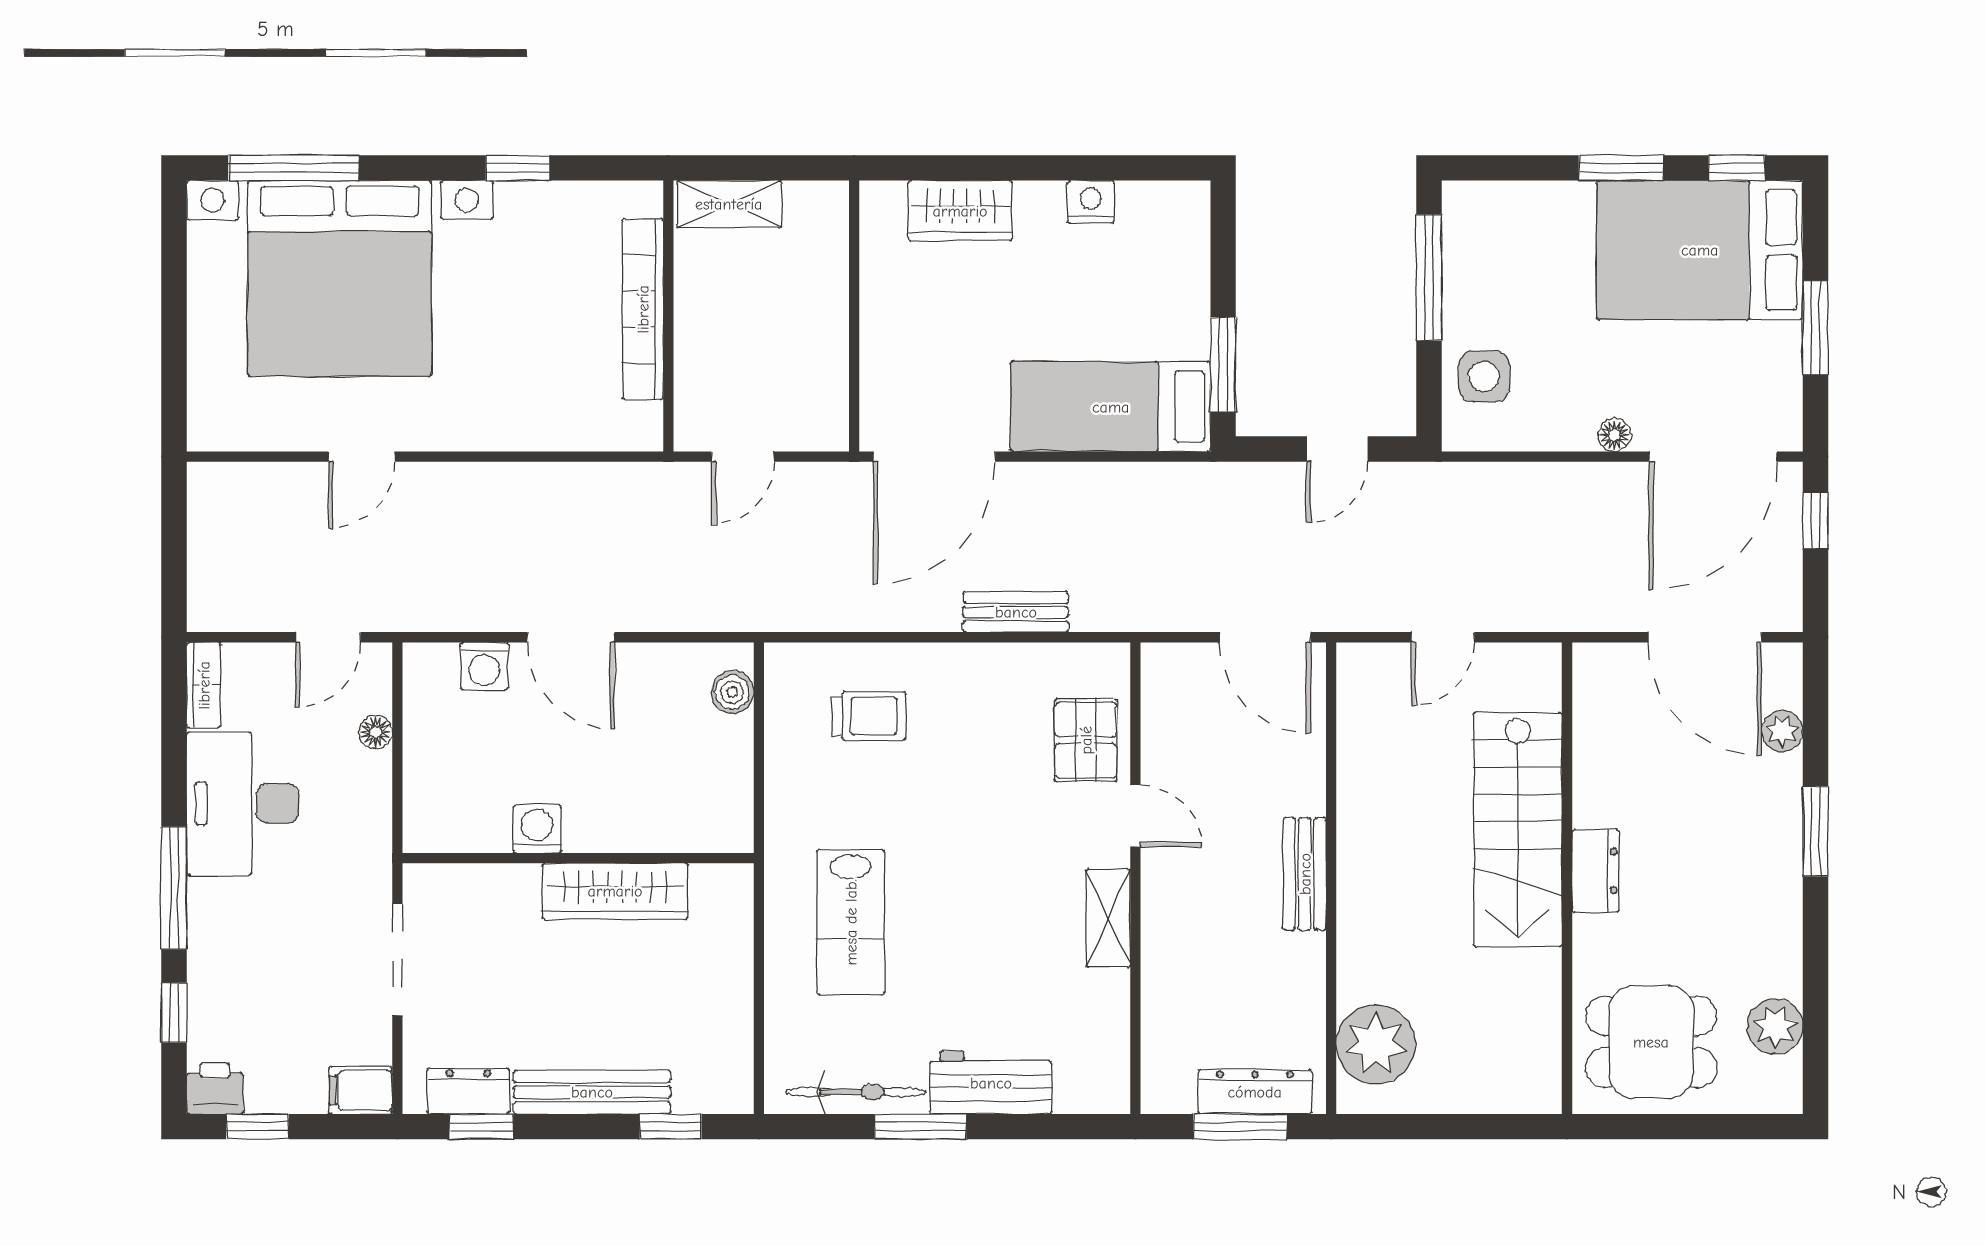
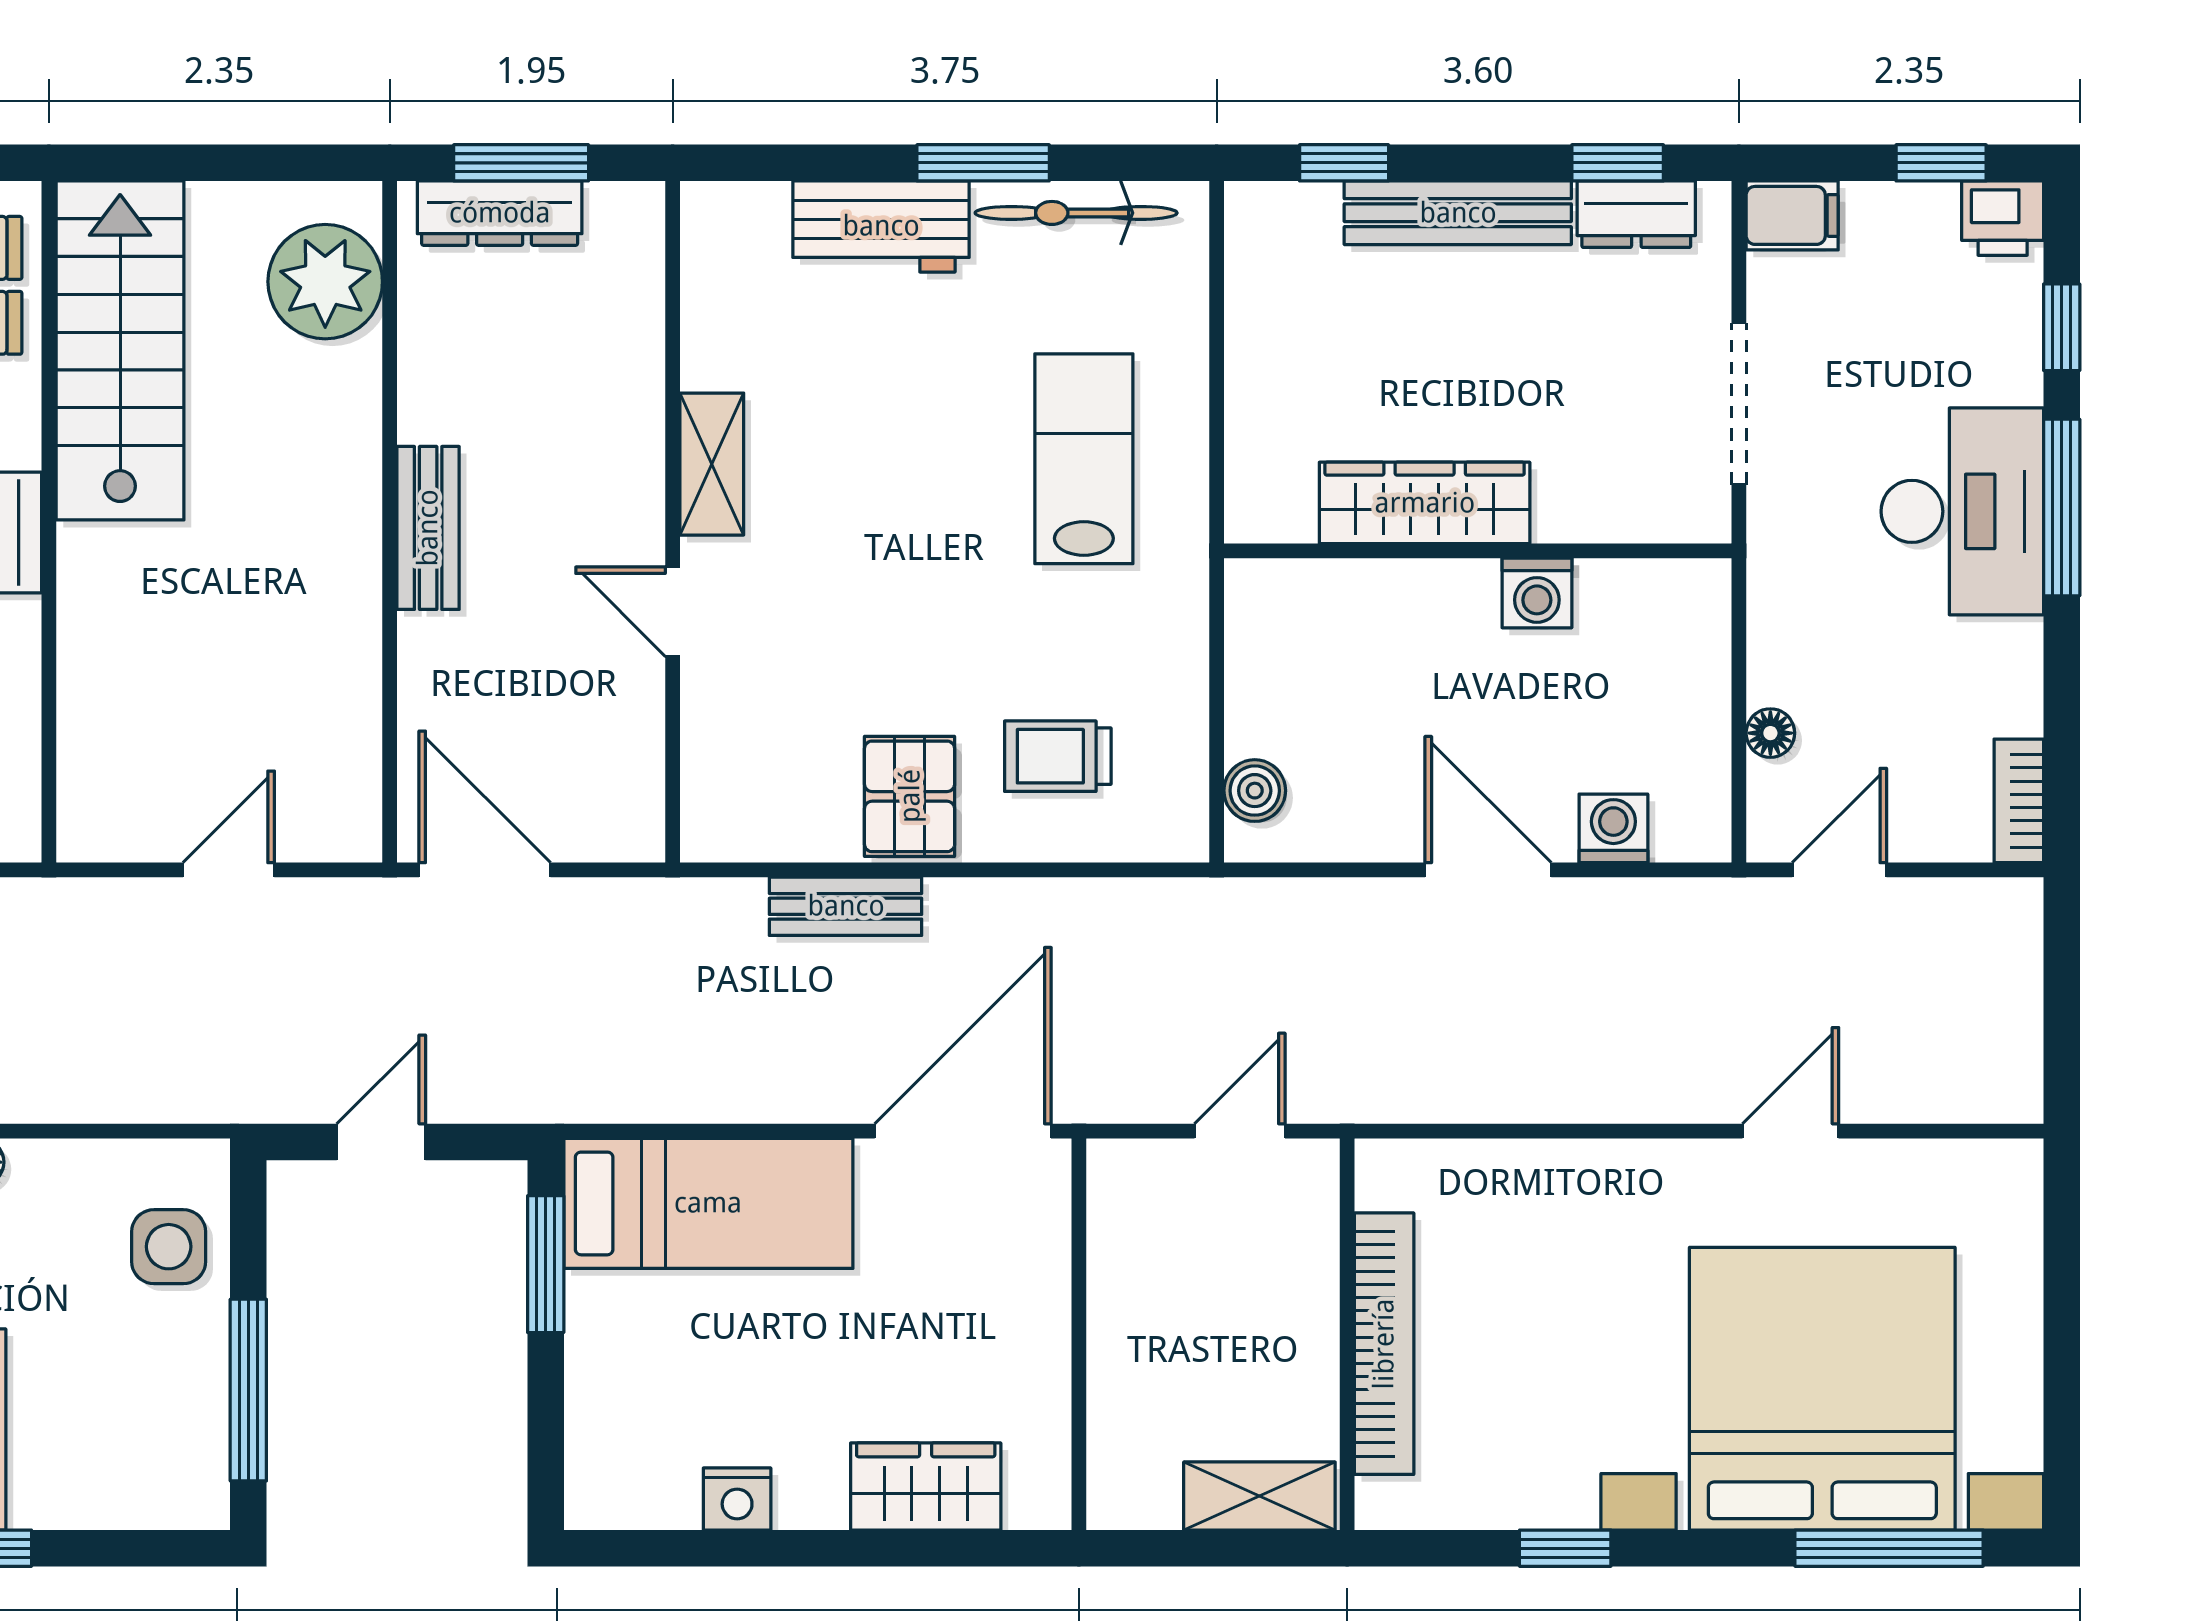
pallet: (1086, 740) -> (910, 796), moved
desk: (243, 803) -> (1962, 511), moved
stairs: (1518, 830) -> (120, 350), moved

